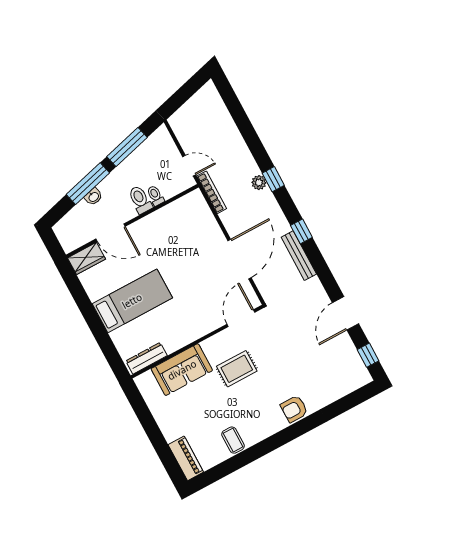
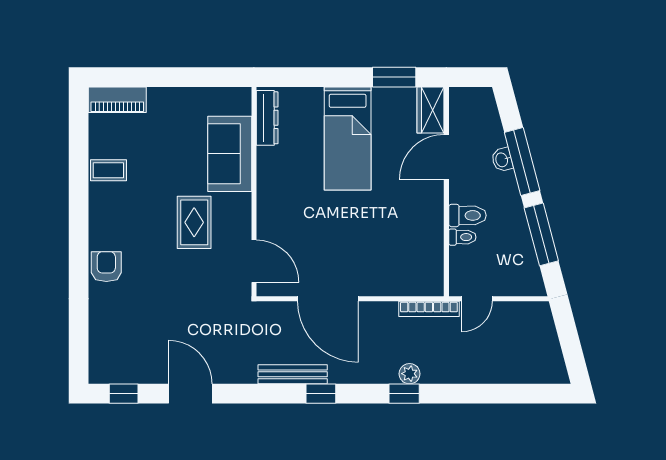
window: (78, 292) -> (394, 77), added

